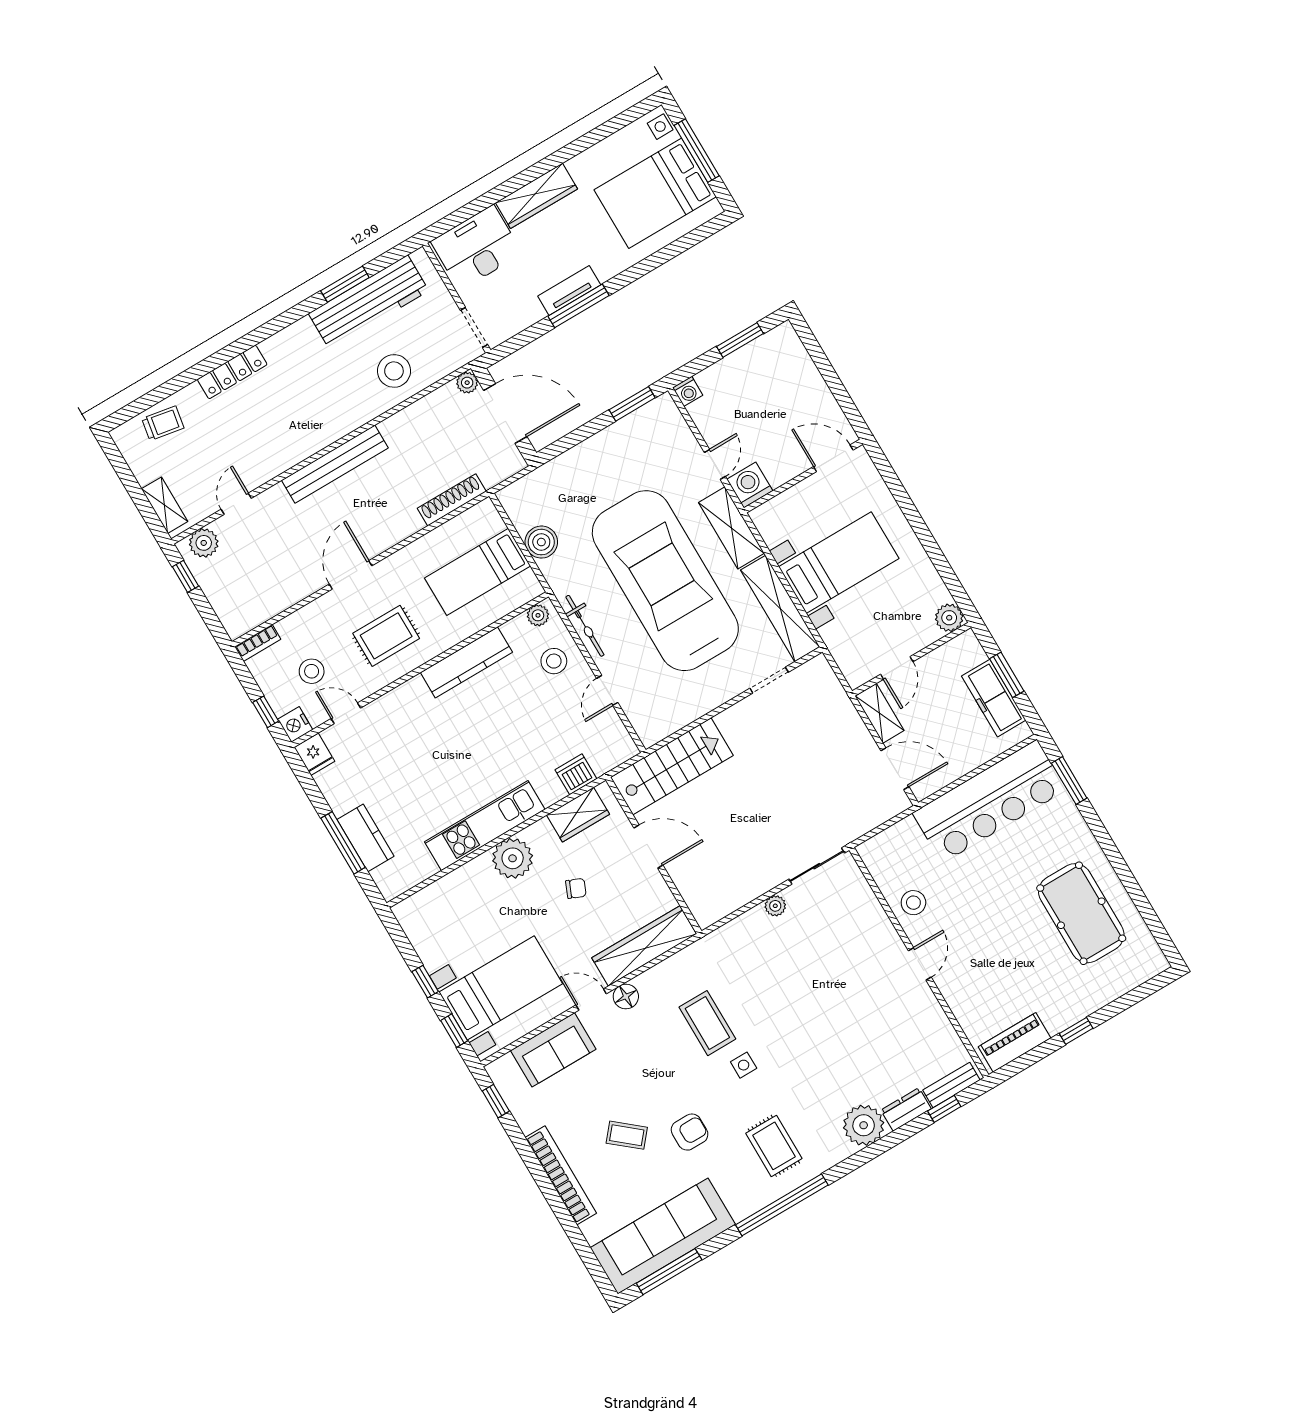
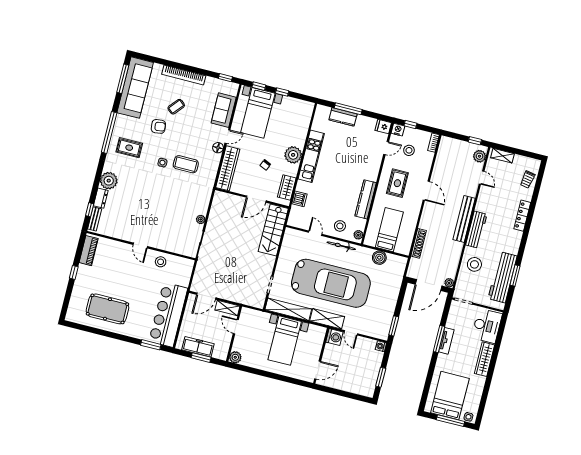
workbench: (332, 426) -> (476, 230), added
armchair: (690, 1132) -> (158, 126), turned -97

